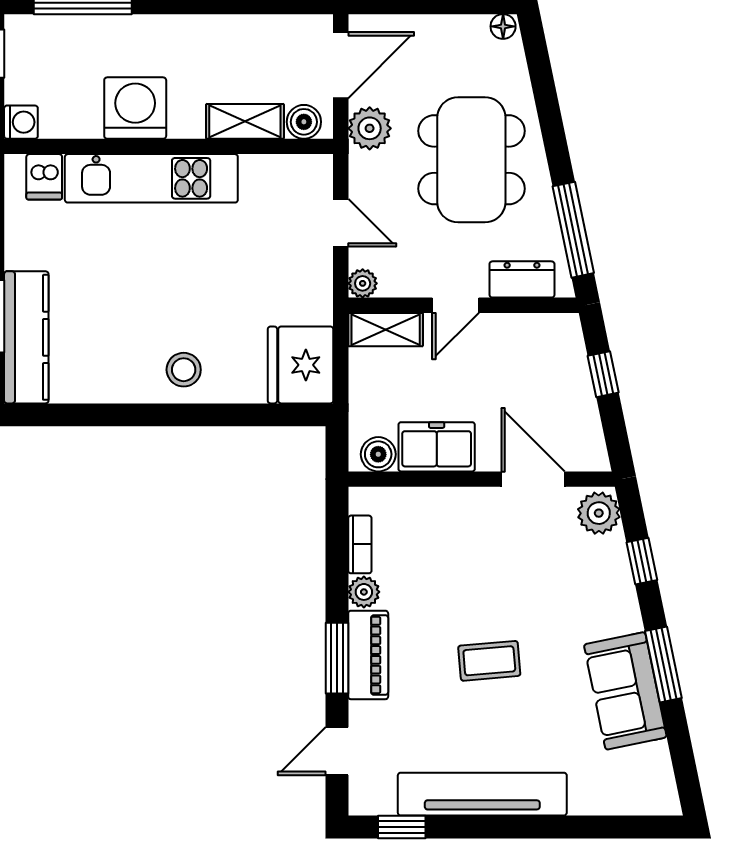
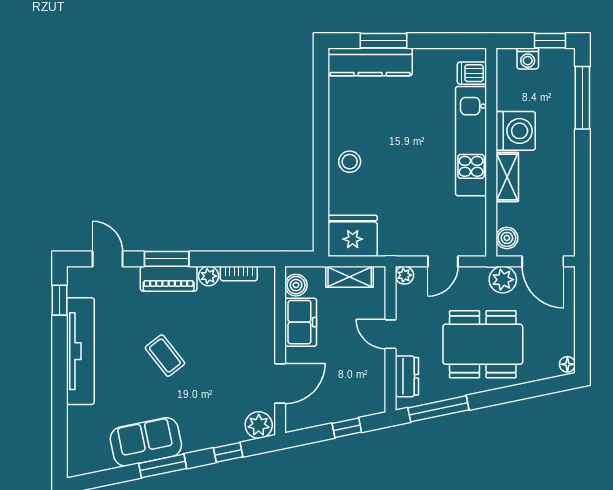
shelving: (245, 121) -> (507, 177), moved
washing machine: (21, 122) -> (528, 58), moved
shelving: (386, 330) -> (350, 277), moved, turned 90
coffee table: (489, 661) -> (165, 356), turned -33

